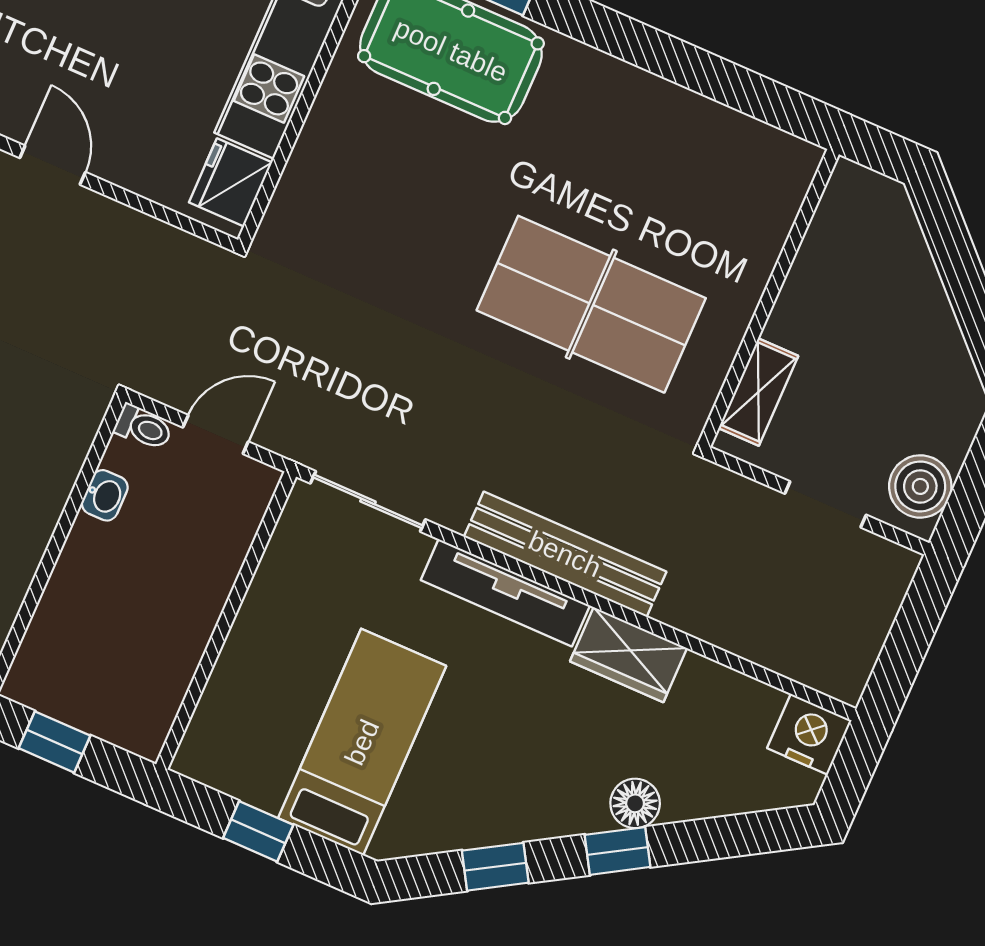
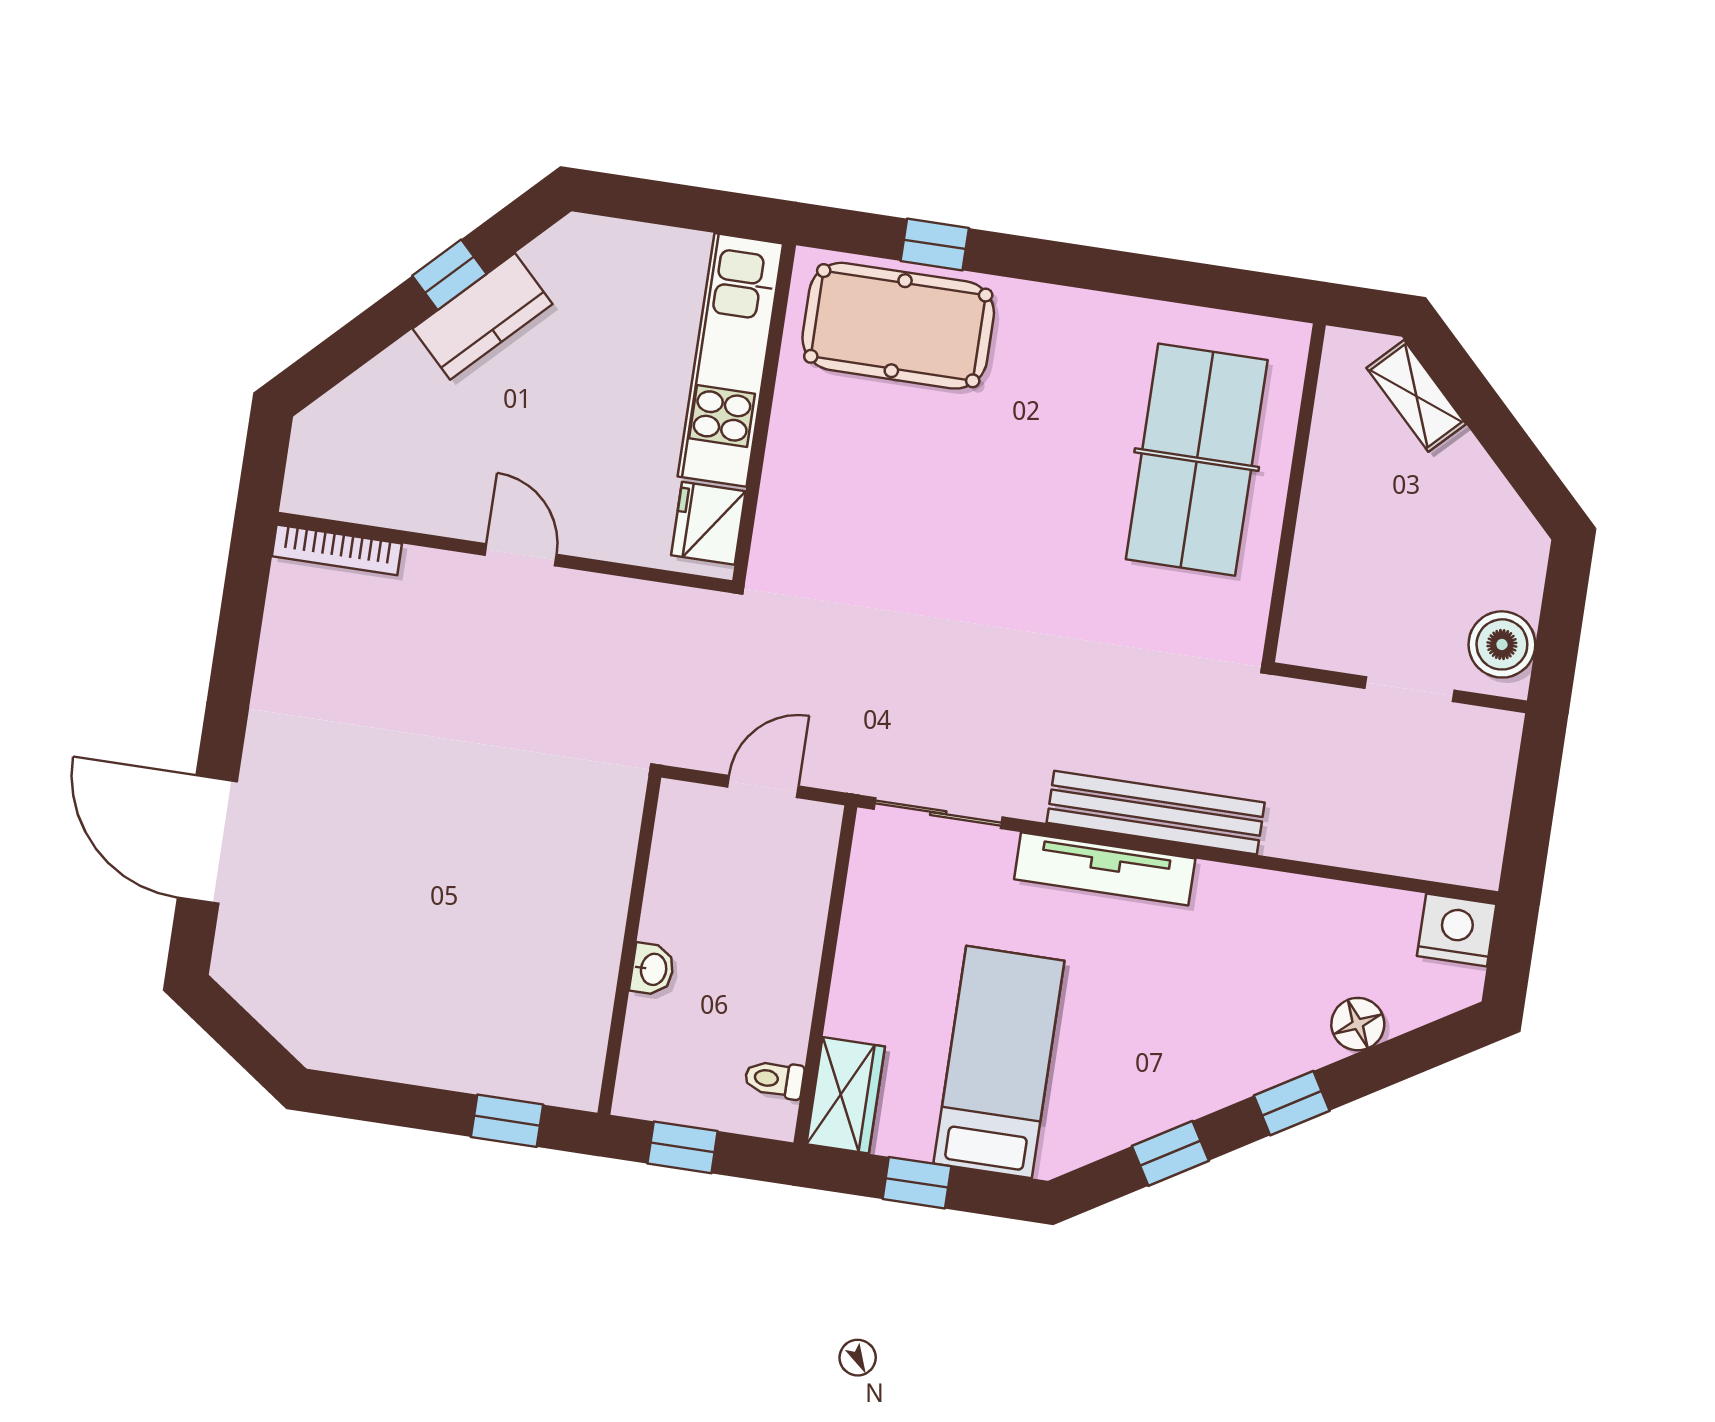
table tennis table: (591, 304) -> (1197, 460), moved, turned 90
shelving: (758, 392) -> (1416, 396), moved, turned -45
toilet: (143, 427) -> (774, 1079), moved, turned 180
washbasin: (105, 495) -> (652, 969), moved
wardrobe: (629, 655) -> (846, 1095), moved, turned -90
floor lamp: (635, 803) -> (1358, 1024), moved

